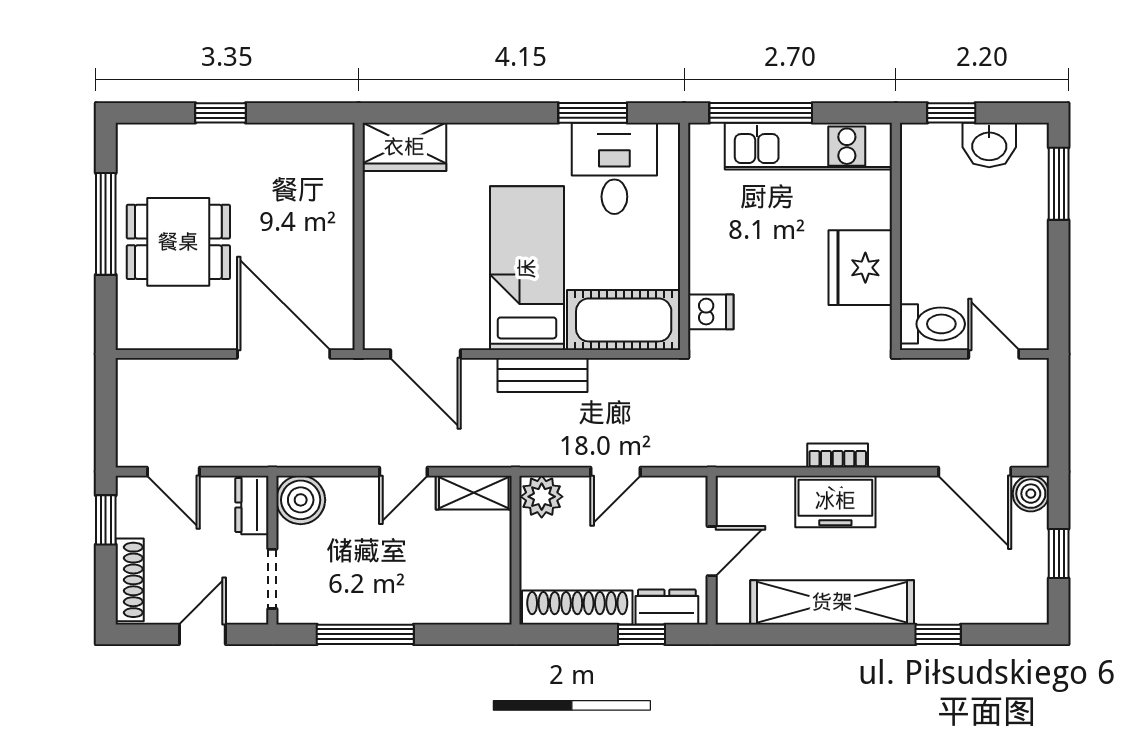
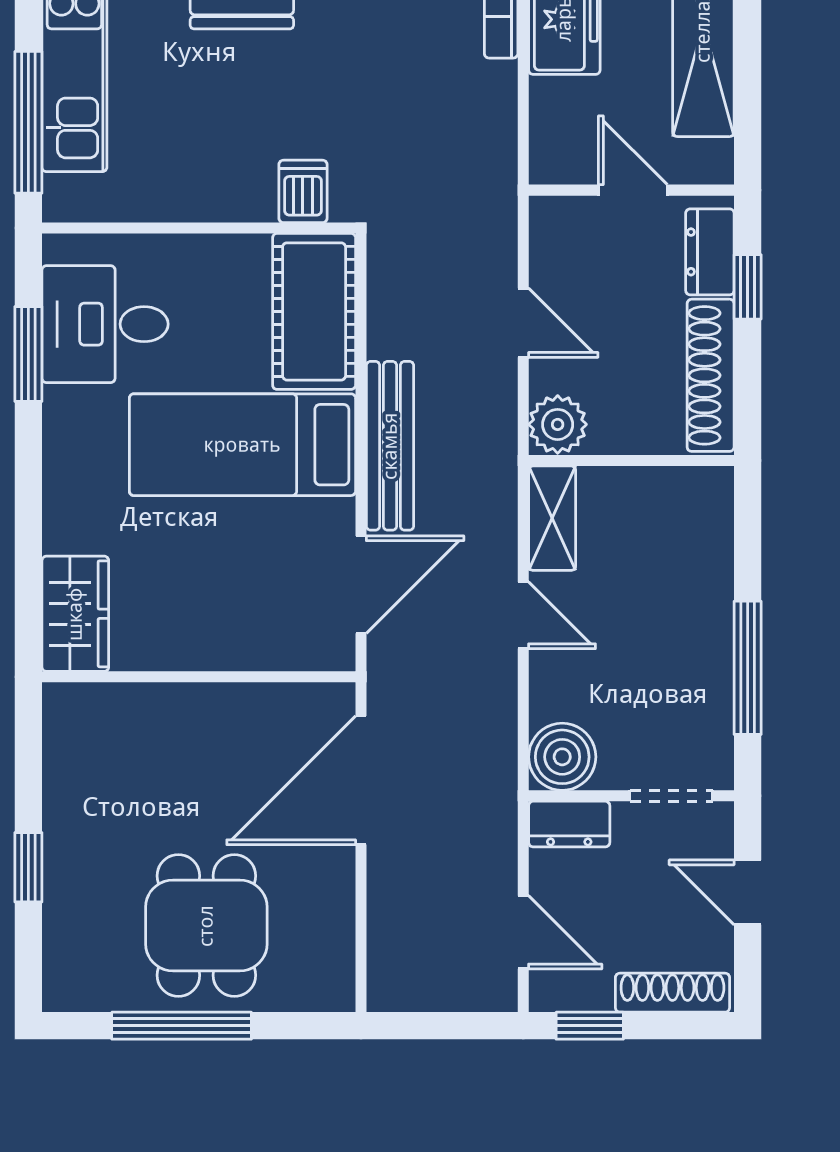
bench: (543, 375) -> (390, 446), width x1.36
door: (173, 472) -> (523, 932), hinge flipped

